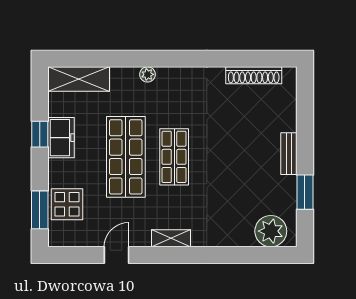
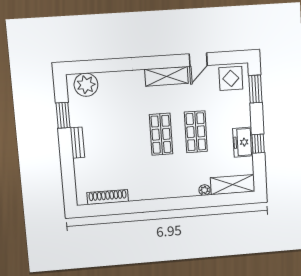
plant: (147, 74) -> (204, 190), moved
shop shelf: (126, 157) -> (196, 132), width x0.70, depth x0.74
display table: (67, 204) -> (231, 78), moved
shelving: (171, 238) -> (166, 76), width x1.50, depth x1.33

